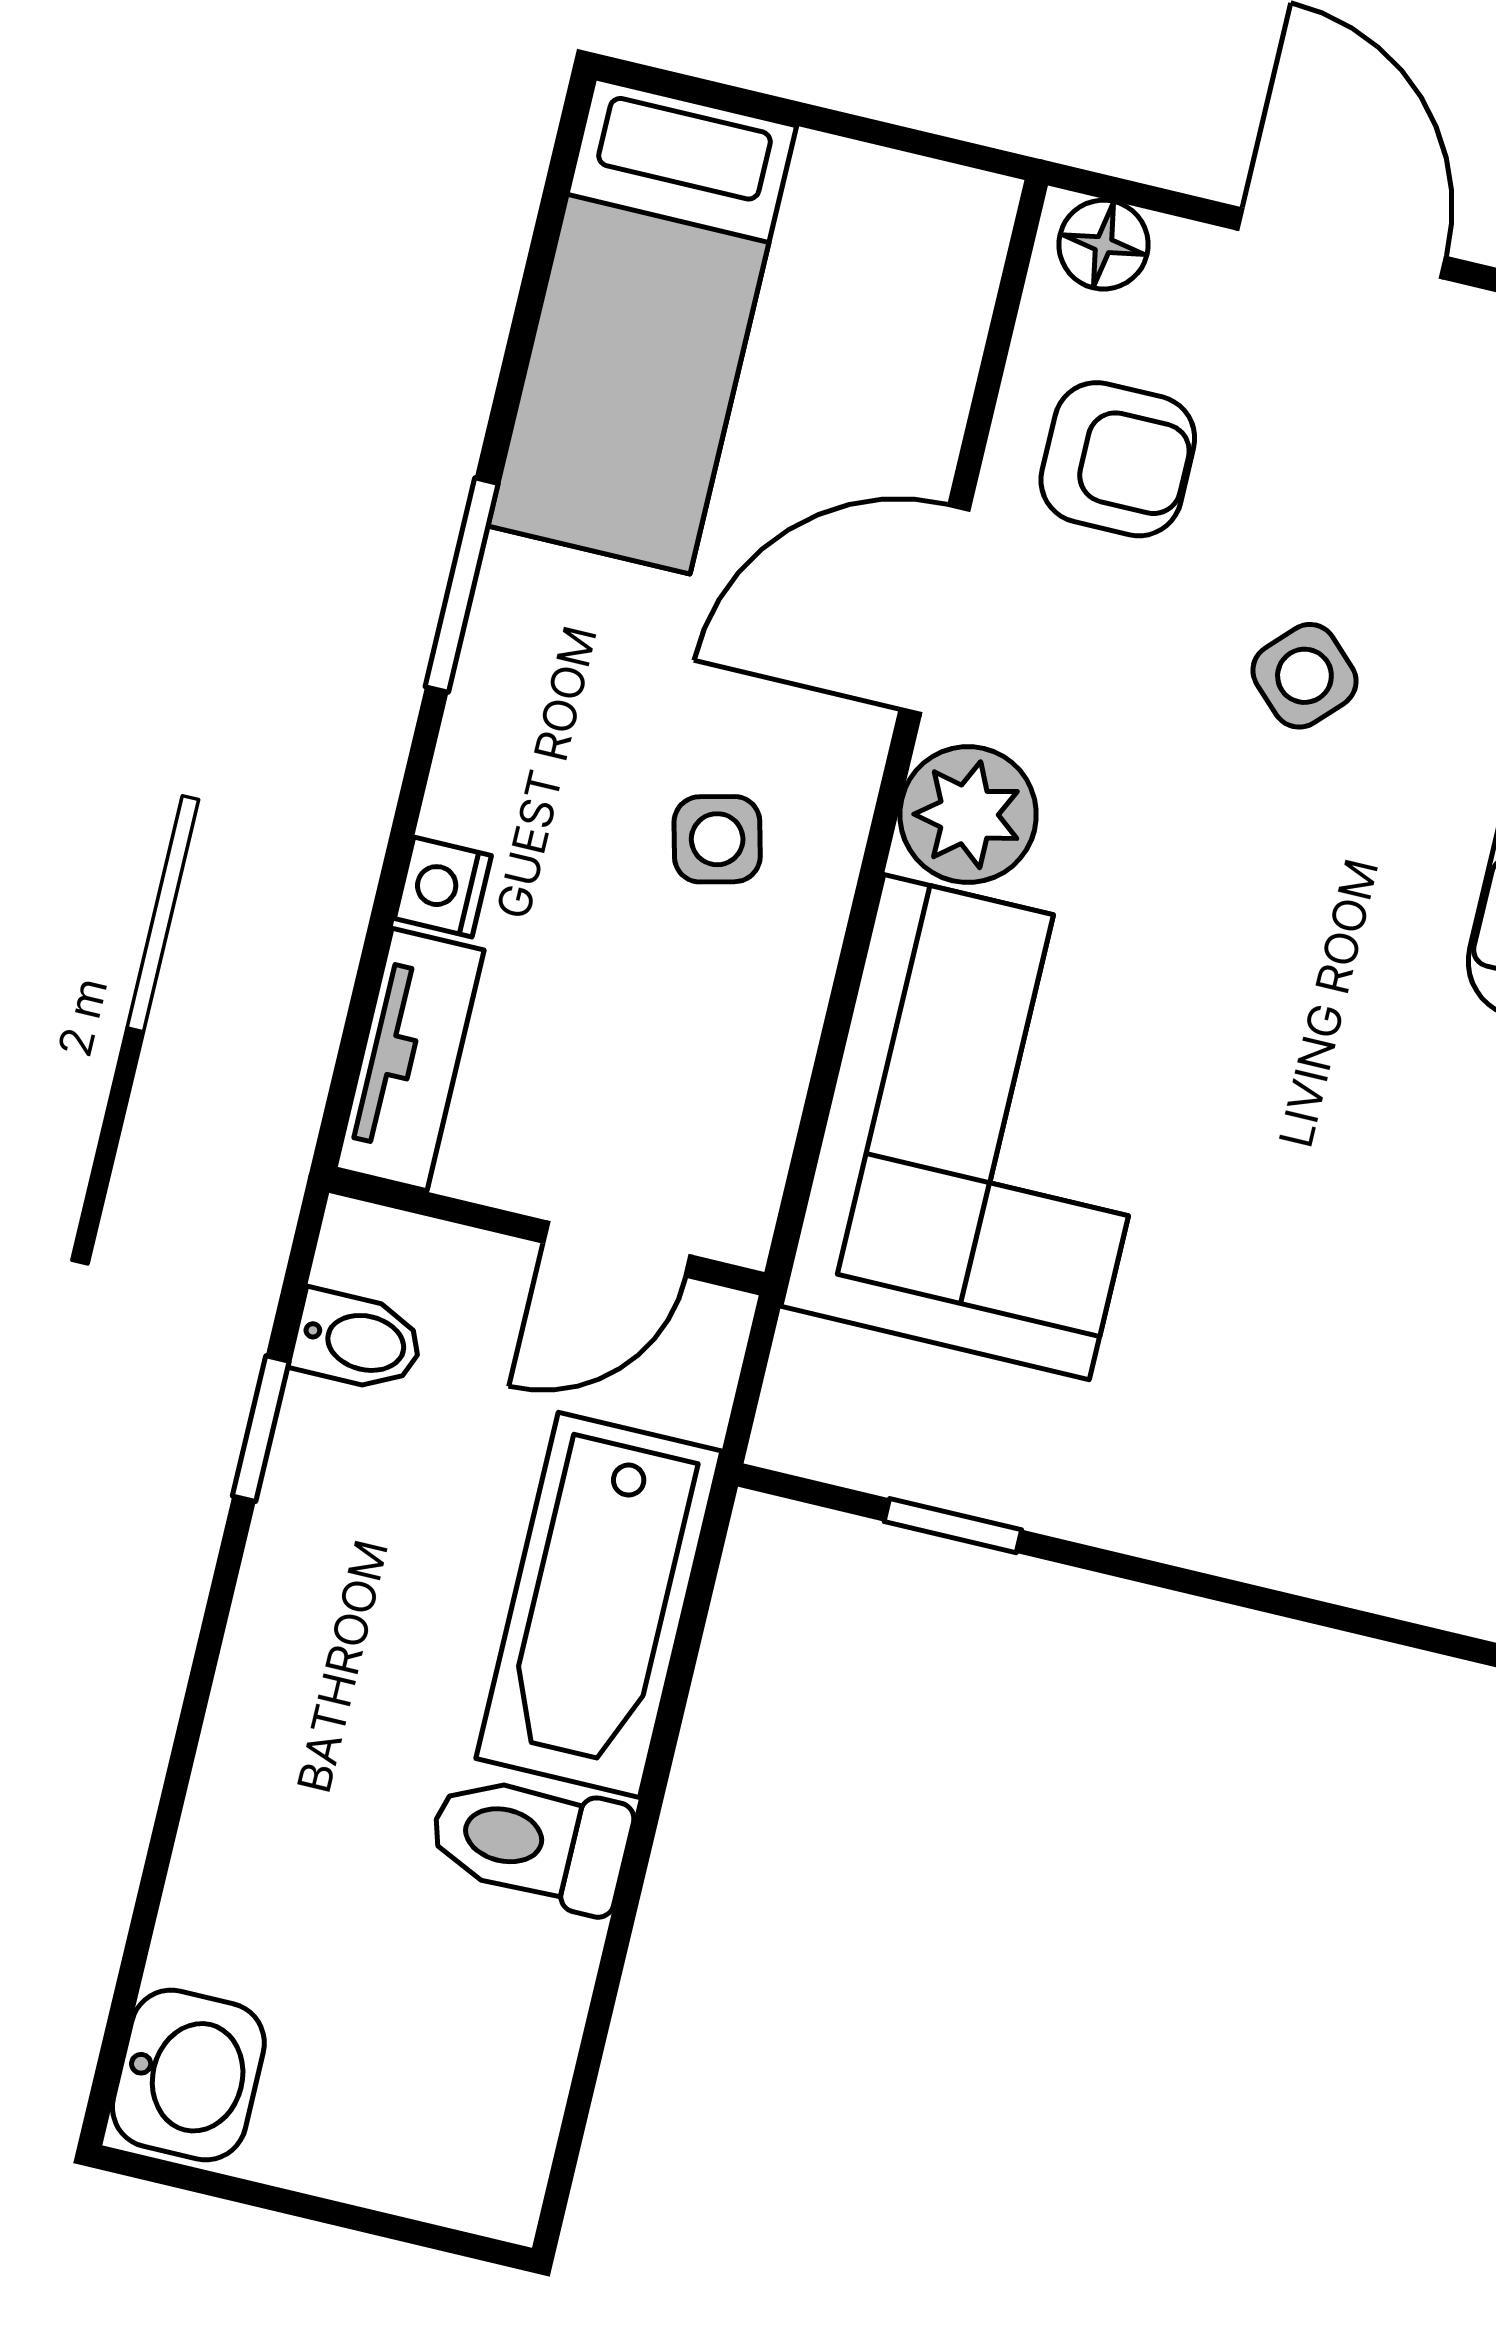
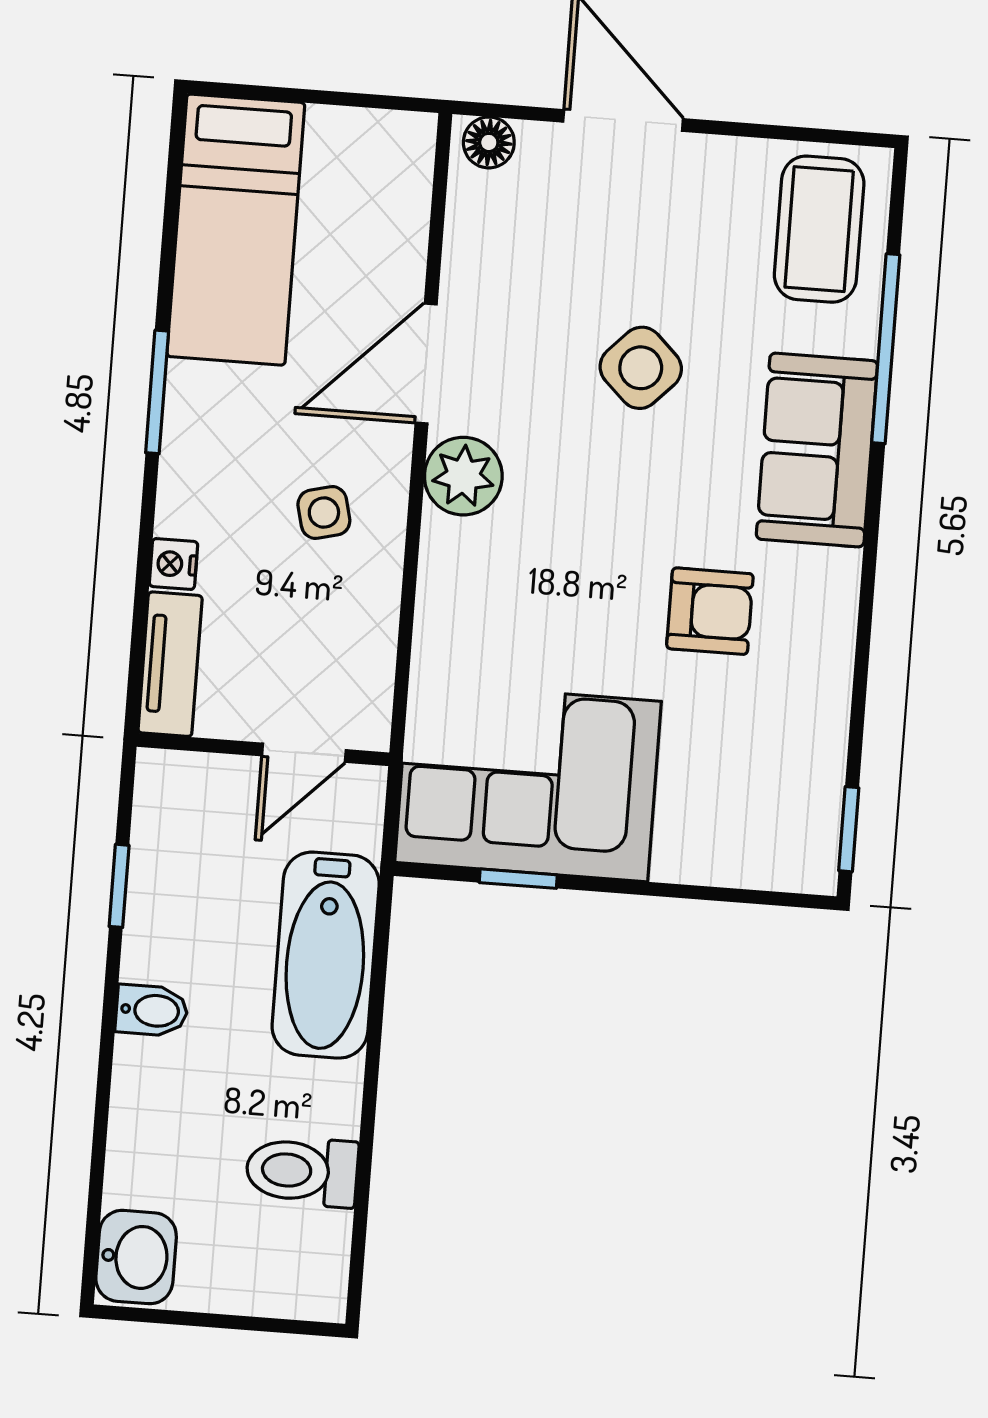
armchair: (1118, 459) -> (710, 611), moved
side table: (1304, 676) -> (641, 368), width x1.37, depth x1.37
corner sofa: (987, 1127) -> (528, 782), moved, turned -90
bidet: (357, 1341) -> (152, 1010), moved
toilet: (530, 1841) -> (302, 1171), moved

